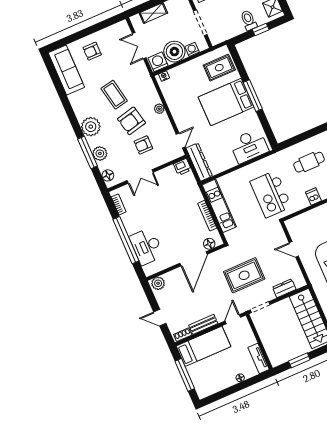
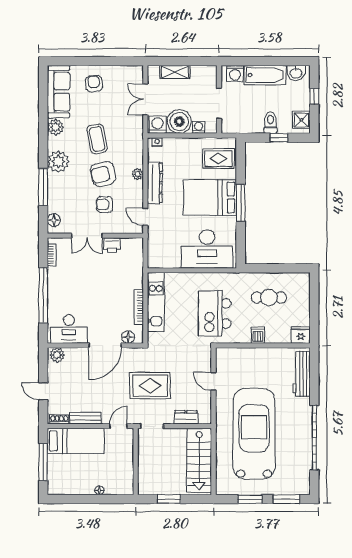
armchair: (92, 51) -> (94, 84), turned 84
door: (181, 141) -> (145, 217), swing flipped
desk: (249, 146) -> (207, 249), width x1.36, depth x1.30
plant: (100, 153) -> (55, 127), moved
dresser: (199, 162) -> (155, 183), moved
printer: (182, 167) -> (112, 245), moved
desk: (146, 246) -> (69, 329), moved, turned -90
tv unit: (259, 358) -> (127, 479), removed

